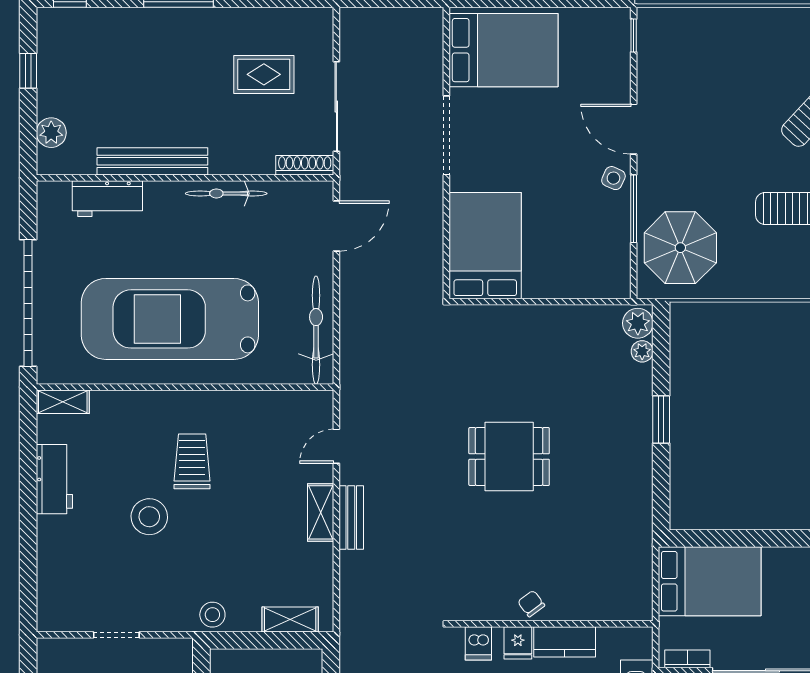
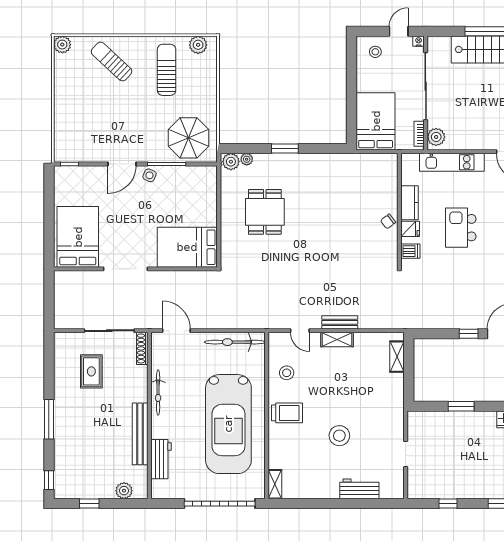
dining table: (509, 457) -> (265, 212), moved
trolley: (192, 461) -> (287, 413), moved, turned 180
workbench: (54, 479) -> (359, 489), moved
stool: (212, 615) -> (287, 373), moved

